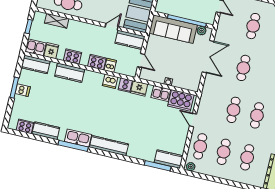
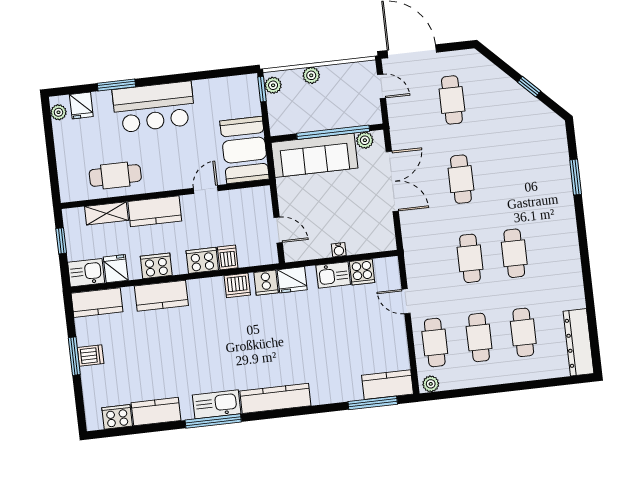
kitchen counter: (130, 40) -> (155, 211), moved
cooker: (181, 100) -> (362, 272), width x0.53, depth x0.76

